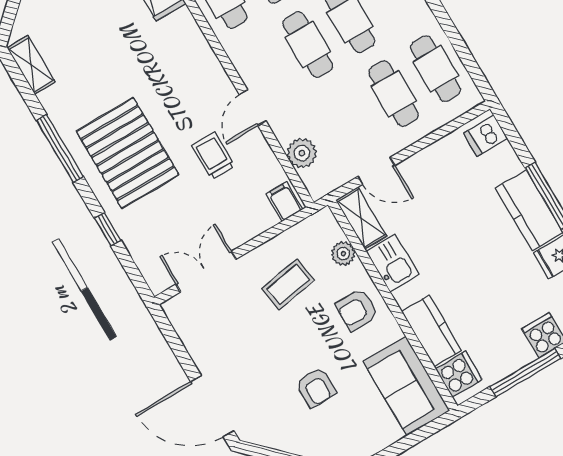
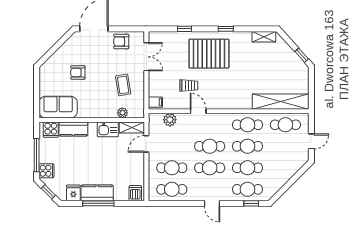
window: (60, 149) -> (226, 29), width x0.46
armchair: (357, 310) -> (121, 41), moved, turned -90

